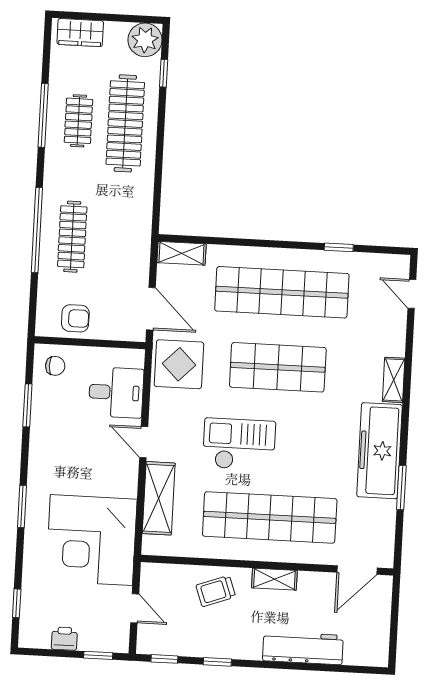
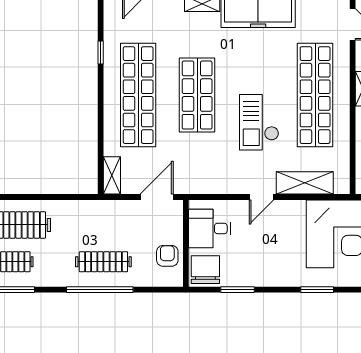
display table: (179, 364) -> (199, 173), removed
chair: (55, 366) -> (205, 270), width x1.87, depth x1.87
desk: (116, 392) -> (210, 228), moved, turned -90

